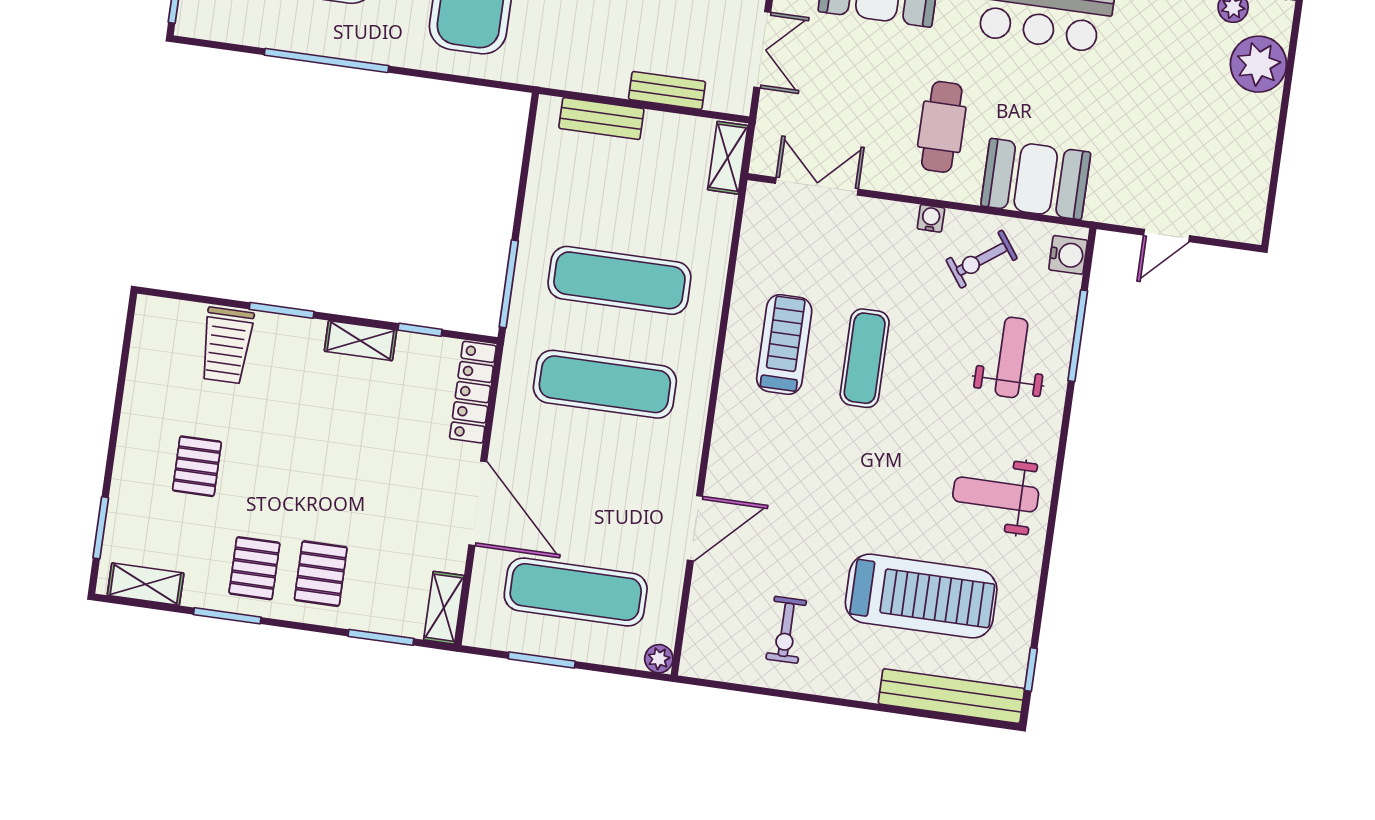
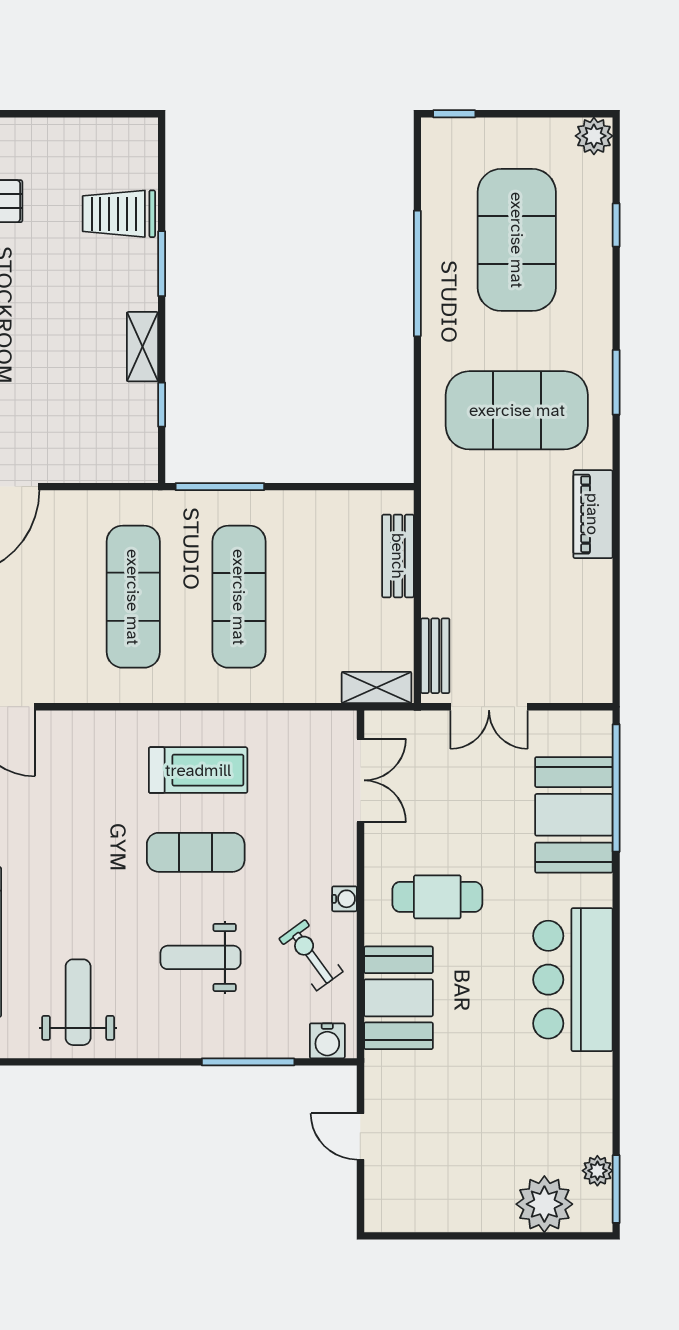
bench: (667, 90) -> (435, 656), moved
weight bench: (1012, 357) -> (201, 957), moved, turned 180
locker: (473, 392) -> (107, 466), removed

